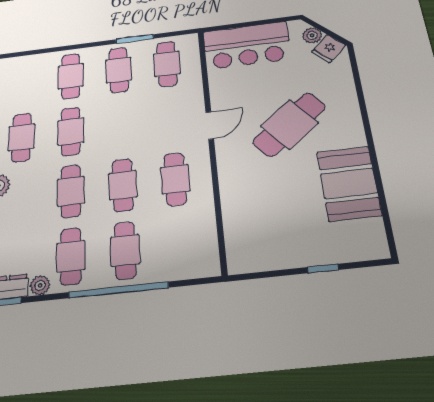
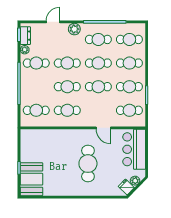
cafe table: (23, 82) -> (129, 39), added
cafe table: (289, 124) -> (88, 164), turned 39
cafe table: (121, 125) -> (98, 87), added
door: (210, 125) -> (103, 128), moved
booth: (349, 183) -> (31, 179), moved, turned 90
cafe table: (125, 250) -> (36, 110), moved

